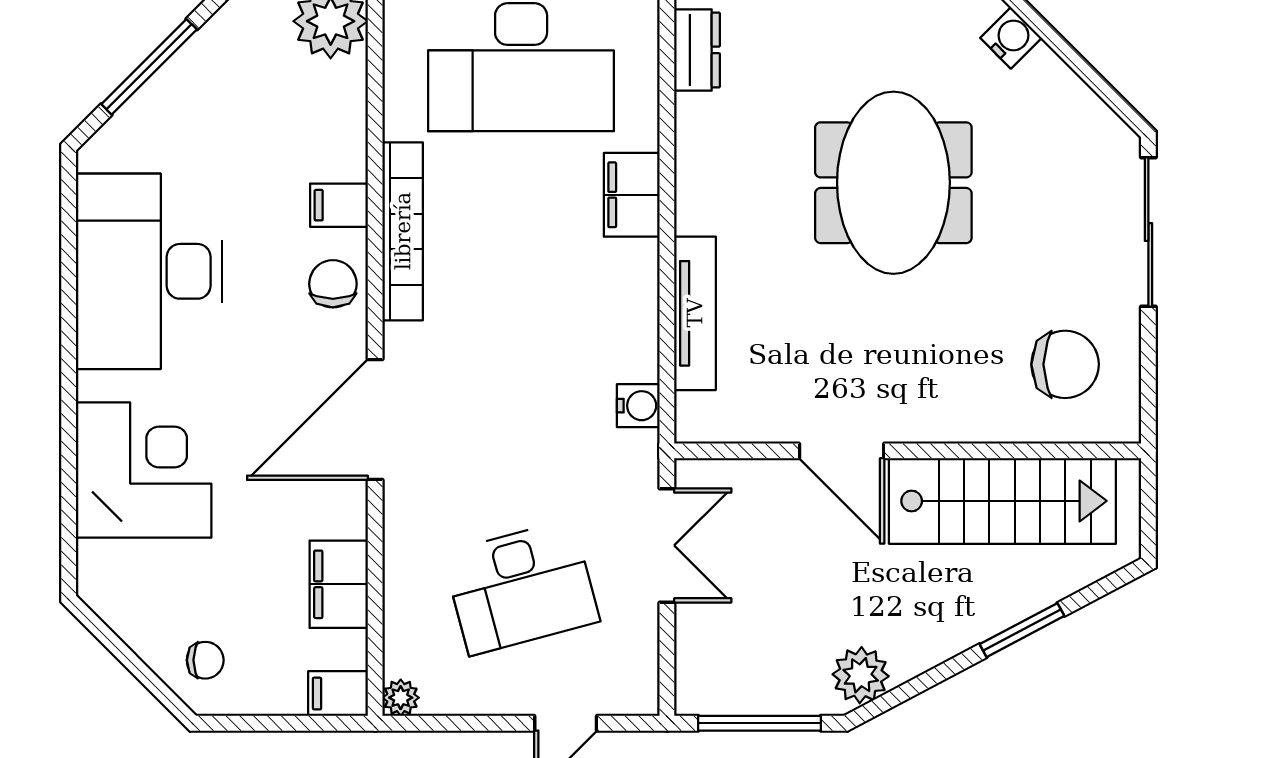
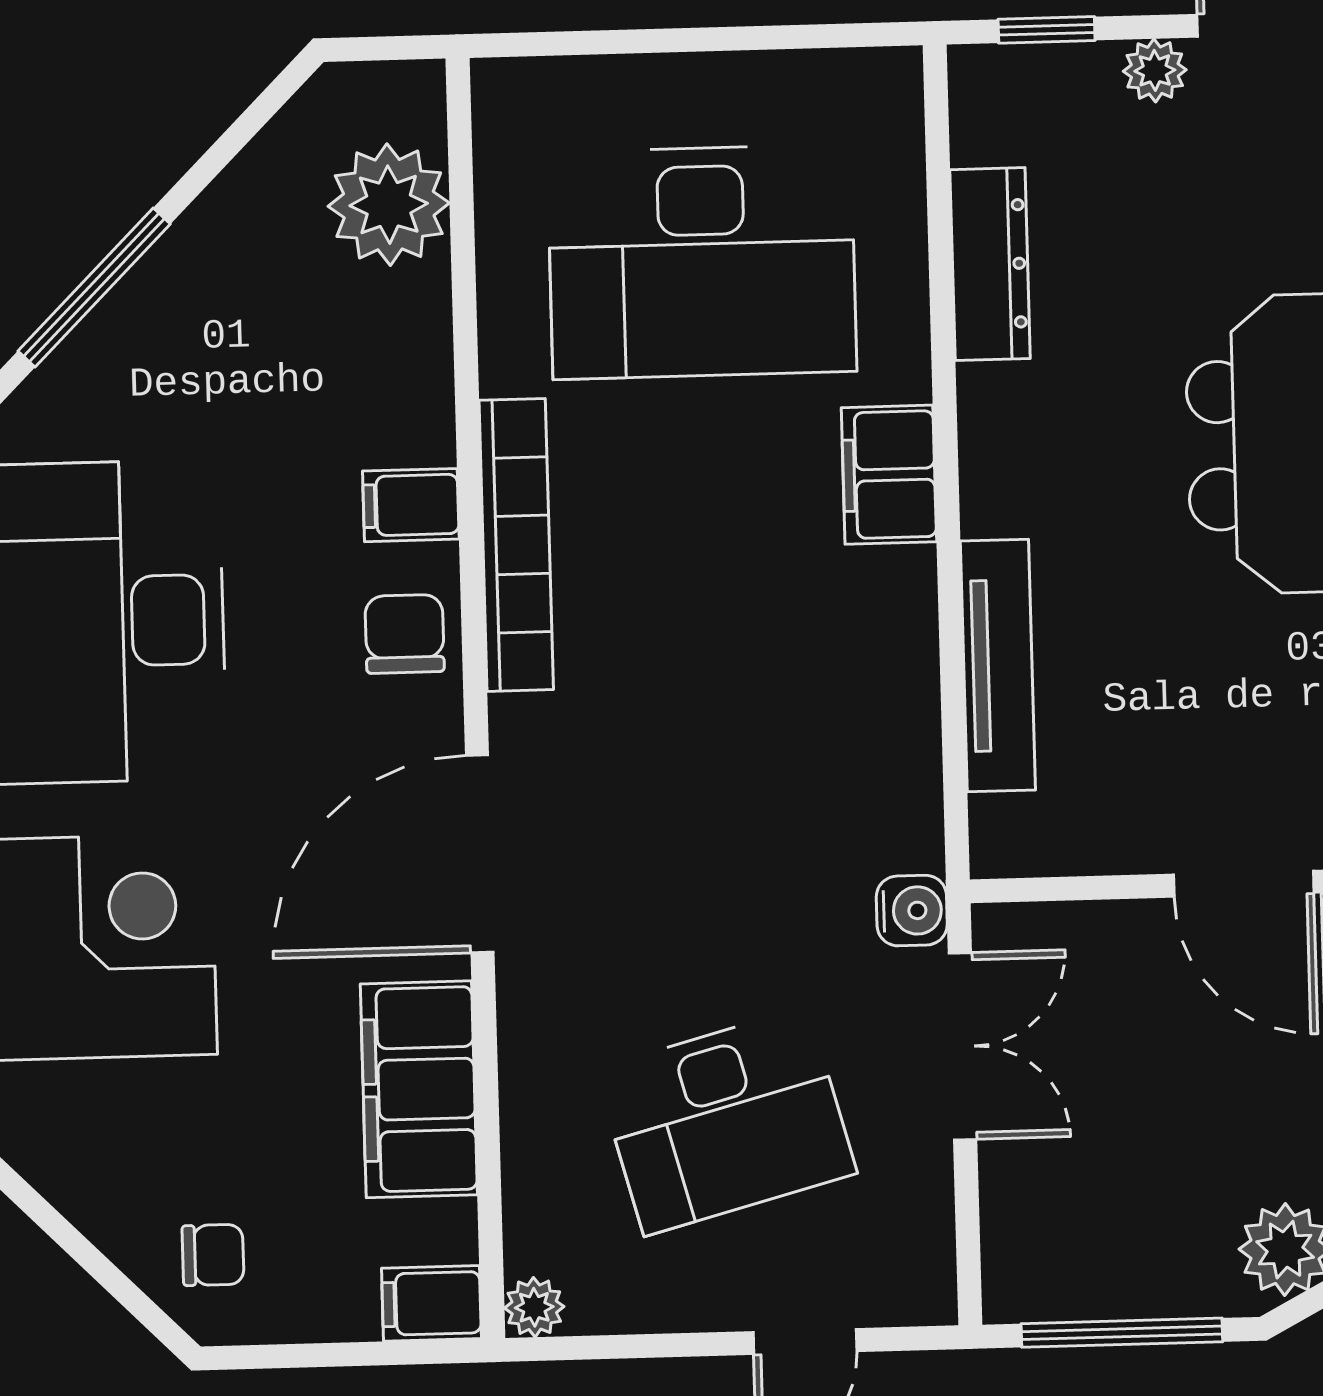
dresser: (697, 50) -> (990, 264), width x1.44
water cooler: (638, 406) -> (912, 911), moved
filing cabinet: (339, 584) -> (419, 1089), width x1.50, depth x1.17

